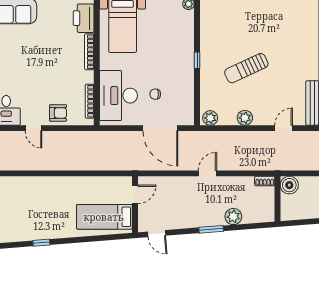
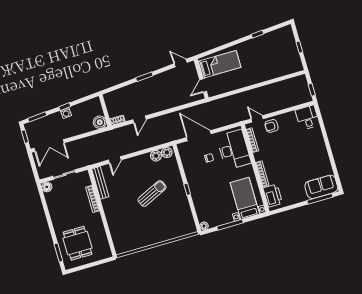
plant: (245, 118) -> (156, 156), moved
door: (34, 128) -> (257, 119), moved
door: (207, 173) -> (139, 119), moved
plant: (233, 217) -> (132, 90), removed

